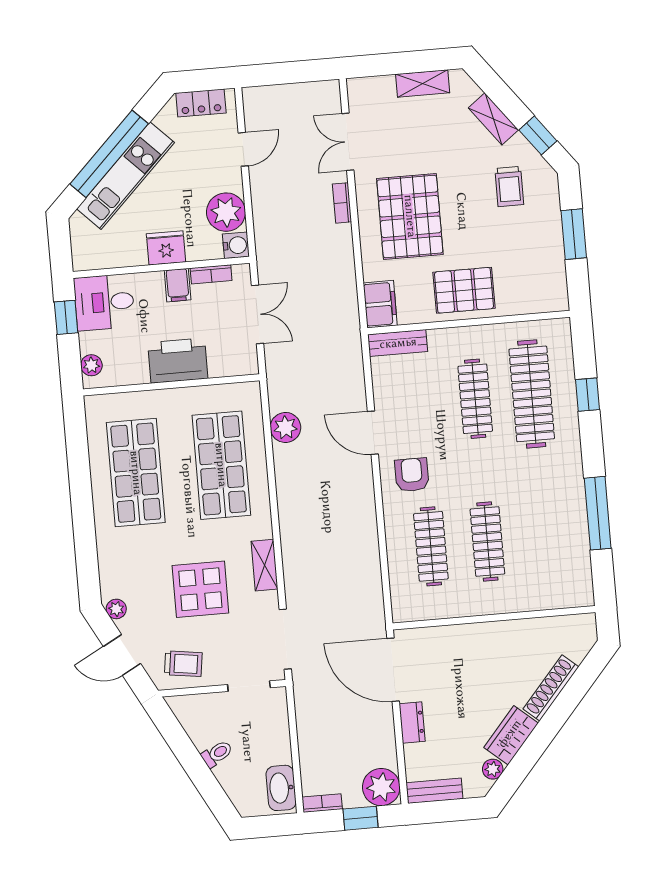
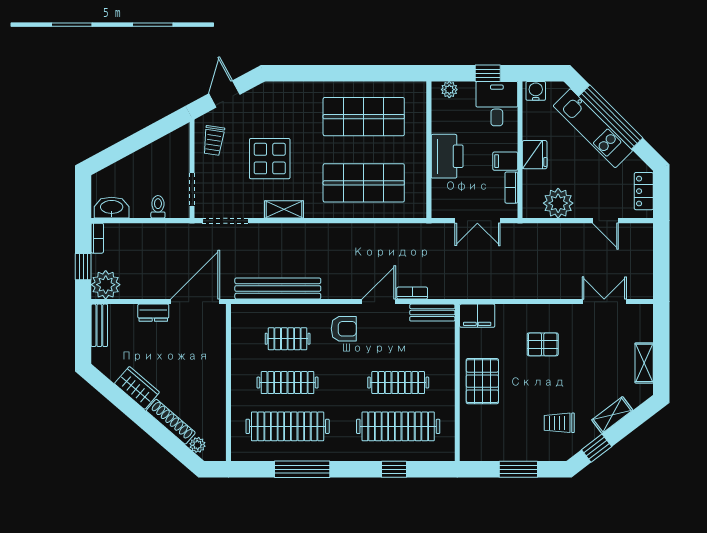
bookcase: (342, 203) -> (412, 293), moved
pallet: (410, 216) -> (543, 344), width x0.49, depth x0.50
water cooler: (236, 245) -> (536, 91), moved, turned 180
bench: (398, 343) -> (432, 313), moved, turned 90
plant: (285, 427) -> (389, 235), removed
clothes rail: (544, 537) -> (288, 426), added
clothes rail: (431, 546) -> (288, 339), width x0.73
bench: (367, 564) -> (278, 288), added
plant: (116, 609) -> (260, 93), removed
toilet: (217, 754) -> (158, 207), moved, turned -152
plant: (493, 769) -> (197, 445), moved

